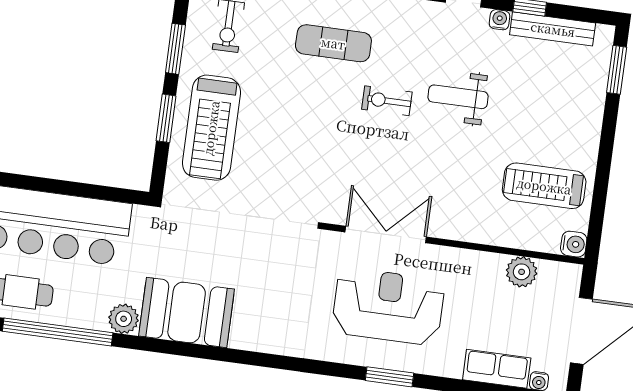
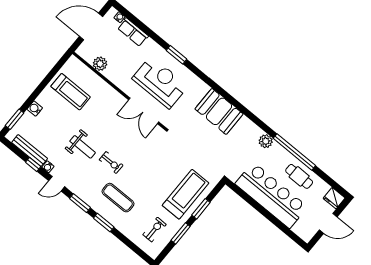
water cooler: (574, 244) -> (35, 109), moved
reception desk: (388, 306) -> (160, 82), turned 180
booth: (187, 312) -> (219, 111), moved

